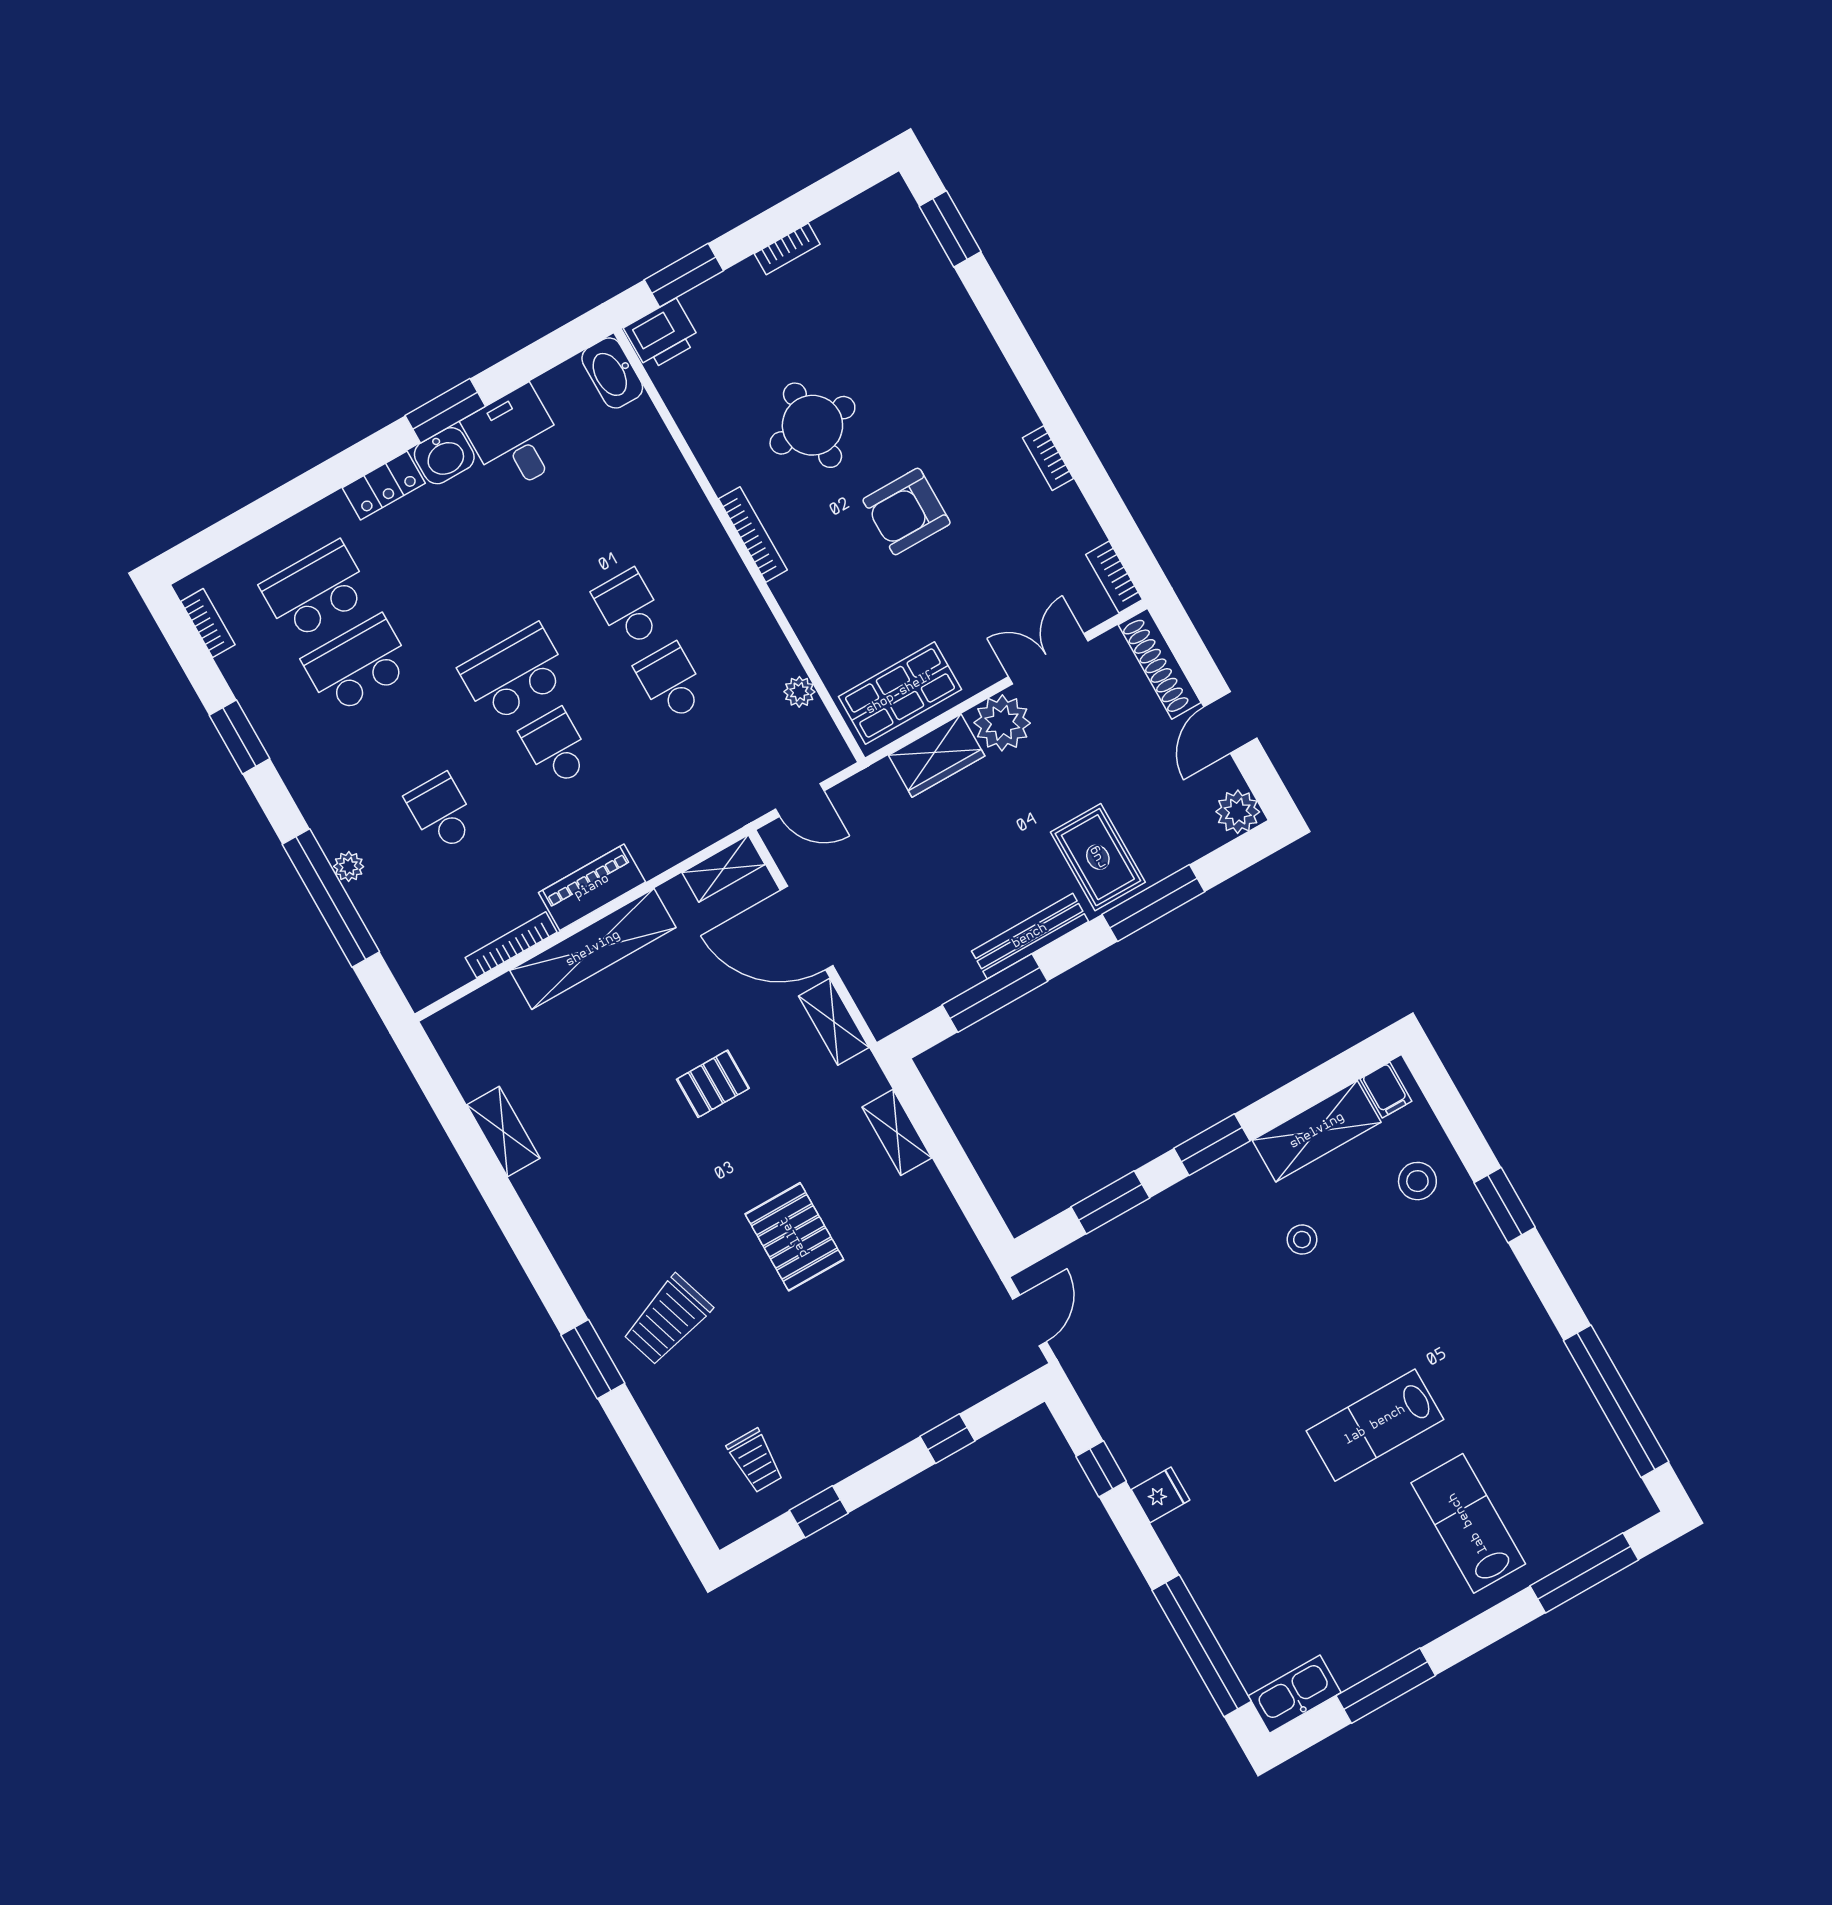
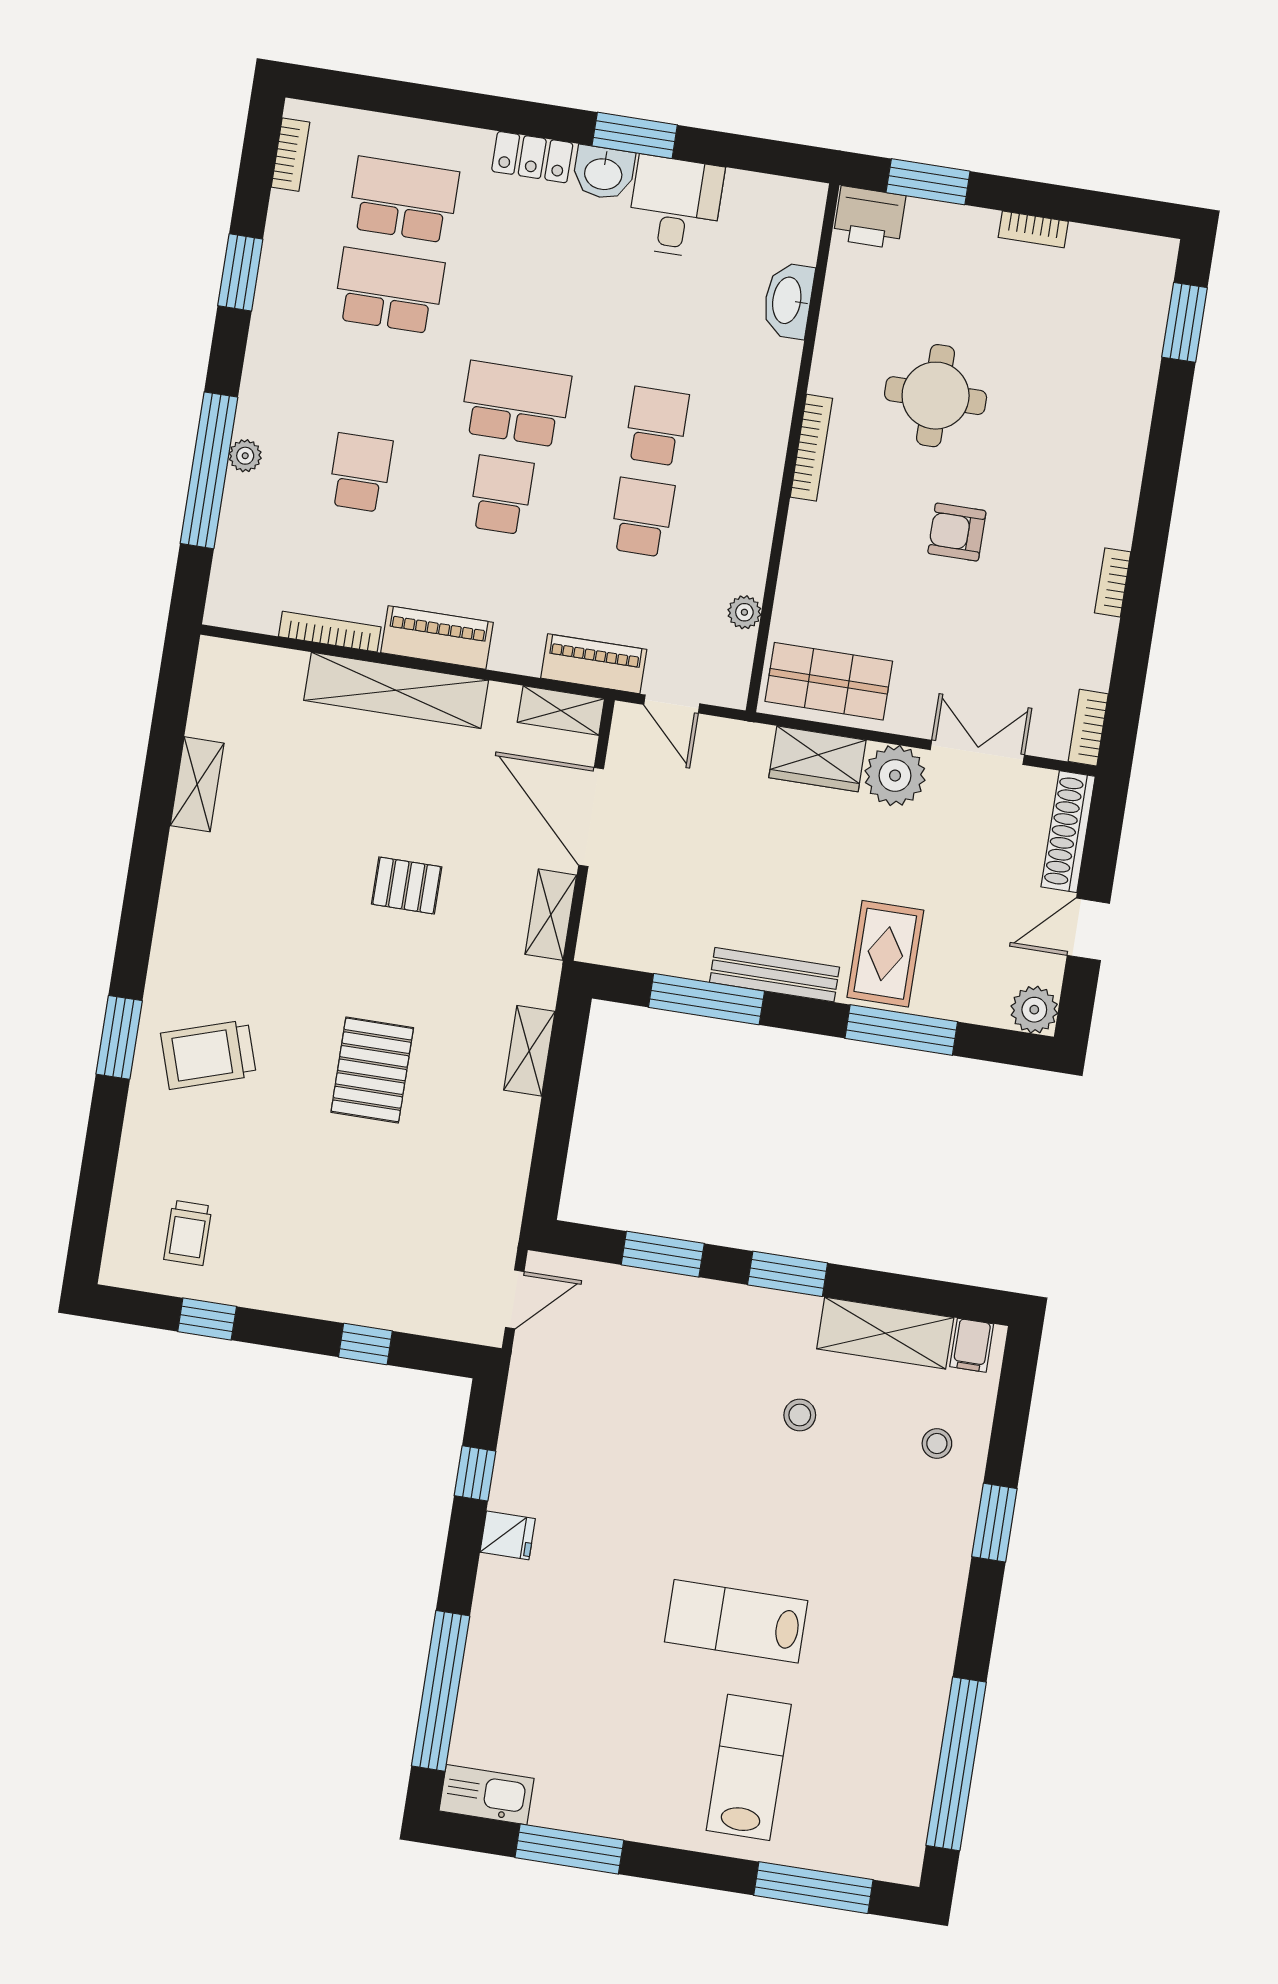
washbasin: (612, 373) -> (788, 301), moved
armchair: (907, 511) -> (957, 532), width x0.72, depth x0.72
piano: (720, 816) -> (594, 664), added
stool: (1417, 1181) -> (937, 1443), width x0.73, depth x0.73

